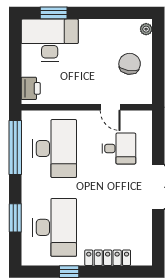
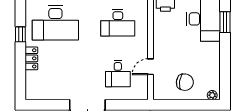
desk: (55, 148) -> (118, 23), width x0.73, depth x0.77
locker: (108, 258) -> (31, 58), width x0.66

